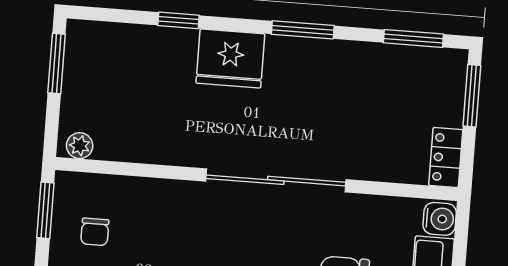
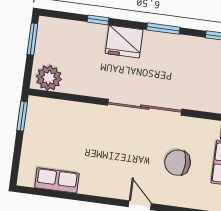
plant: (80, 146) -> (49, 78), width x1.87, depth x1.87
chair: (95, 232) -> (48, 129), removed

